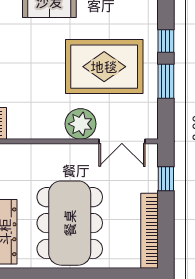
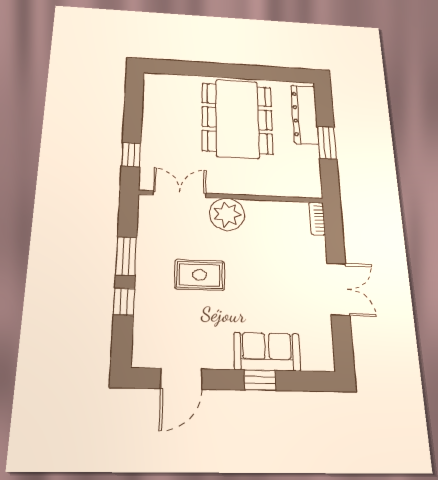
rug: (104, 67) -> (200, 275), width x0.54, depth x0.49
bookcase: (150, 231) -> (151, 107), removed

